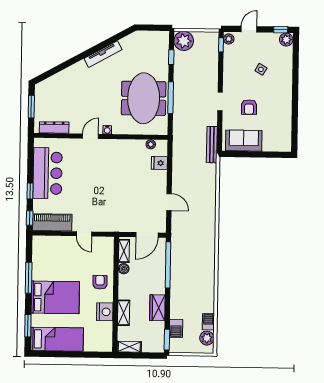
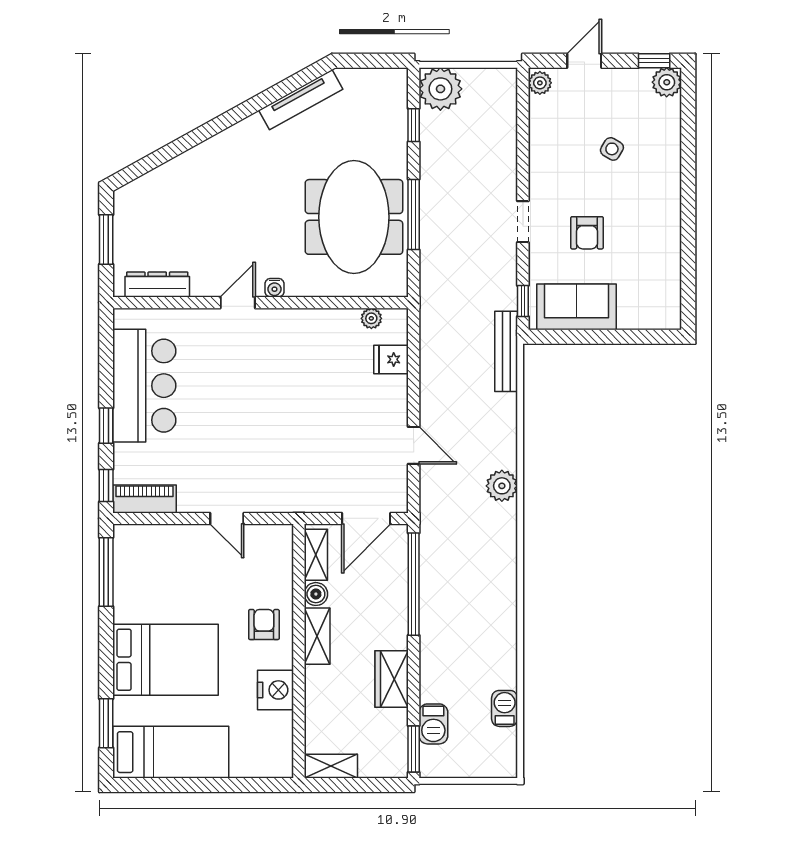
window: (221, 45) -> (523, 301), moved
tv unit: (103, 54) -> (301, 100), moved
bench: (212, 145) -> (506, 351), moved
piano: (52, 222) -> (145, 499), width x0.73, depth x0.75
window: (29, 278) -> (106, 572), moved
shelving: (124, 313) -> (317, 636), moved
plant: (207, 338) -> (502, 486), moved

